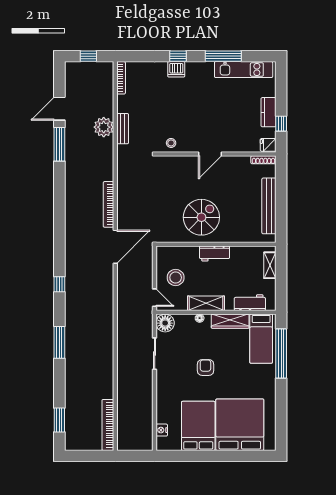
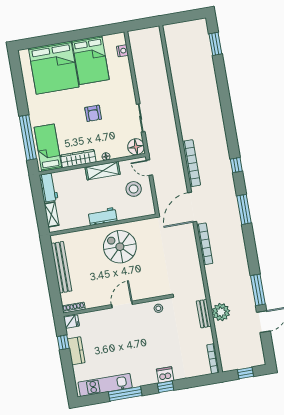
spiral stairs: (201, 217) -> (120, 247), turned 90
workbench: (250, 303) -> (49, 187), moved, turned -90
window: (59, 342) -> (244, 209), moved
bookcase: (108, 425) -> (191, 163), moved

